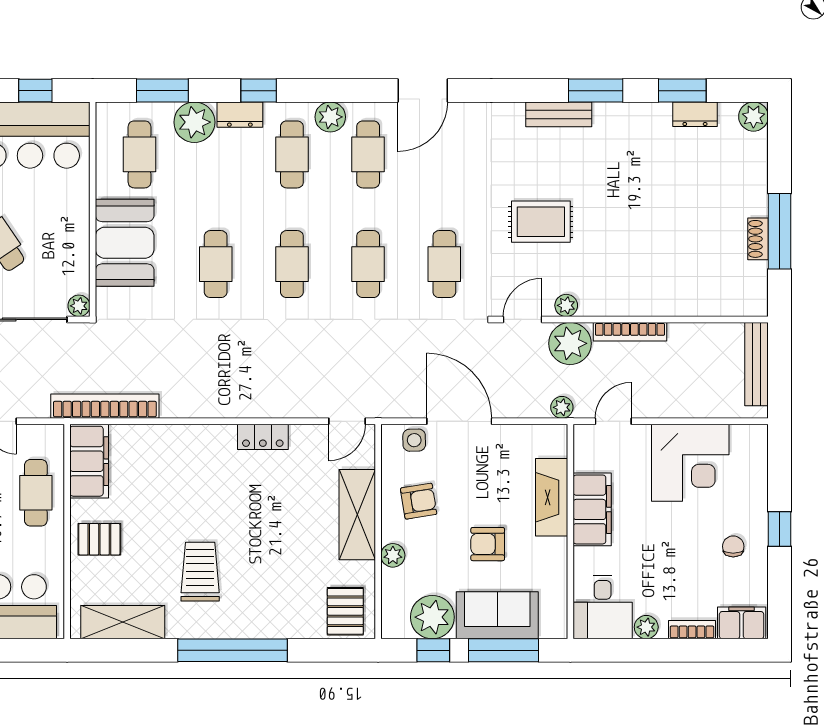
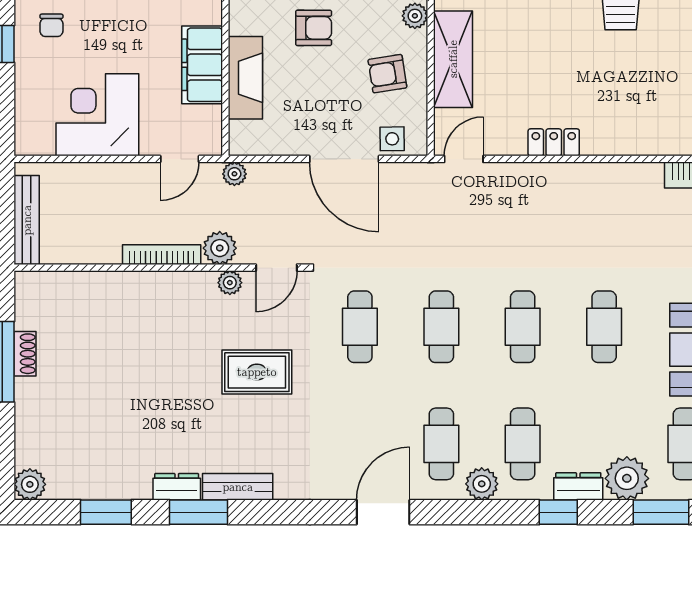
dresser: (695, 114) -> (177, 487), moved
plant: (570, 343) -> (220, 248), width x0.73, depth x0.73

